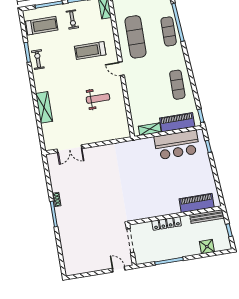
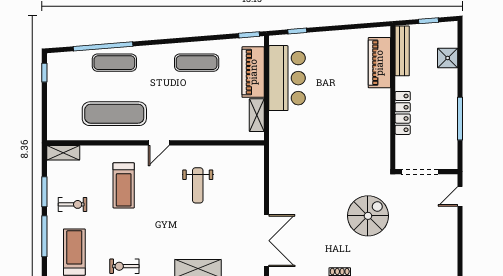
weight bench: (98, 98) -> (198, 185), turned 180
double door: (70, 149) -> (267, 241), width x1.37
spiral stairs: (96, 212) -> (368, 216), added

